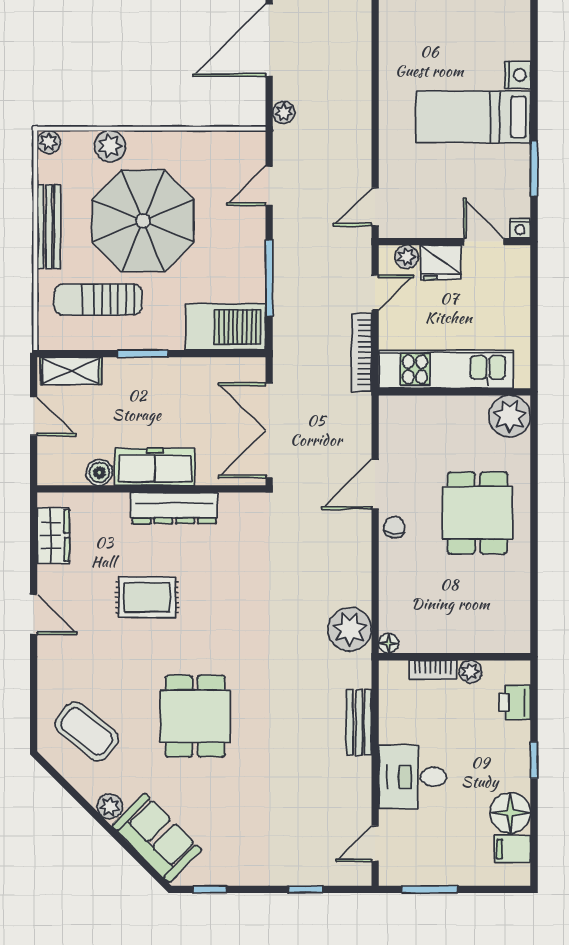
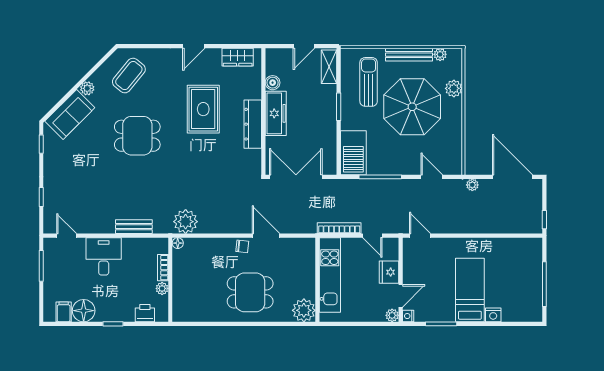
plant: (49, 142) -> (440, 54), moved
plant: (407, 257) -> (392, 315), moved
rug: (147, 597) -> (203, 109), width x1.36, depth x1.43

